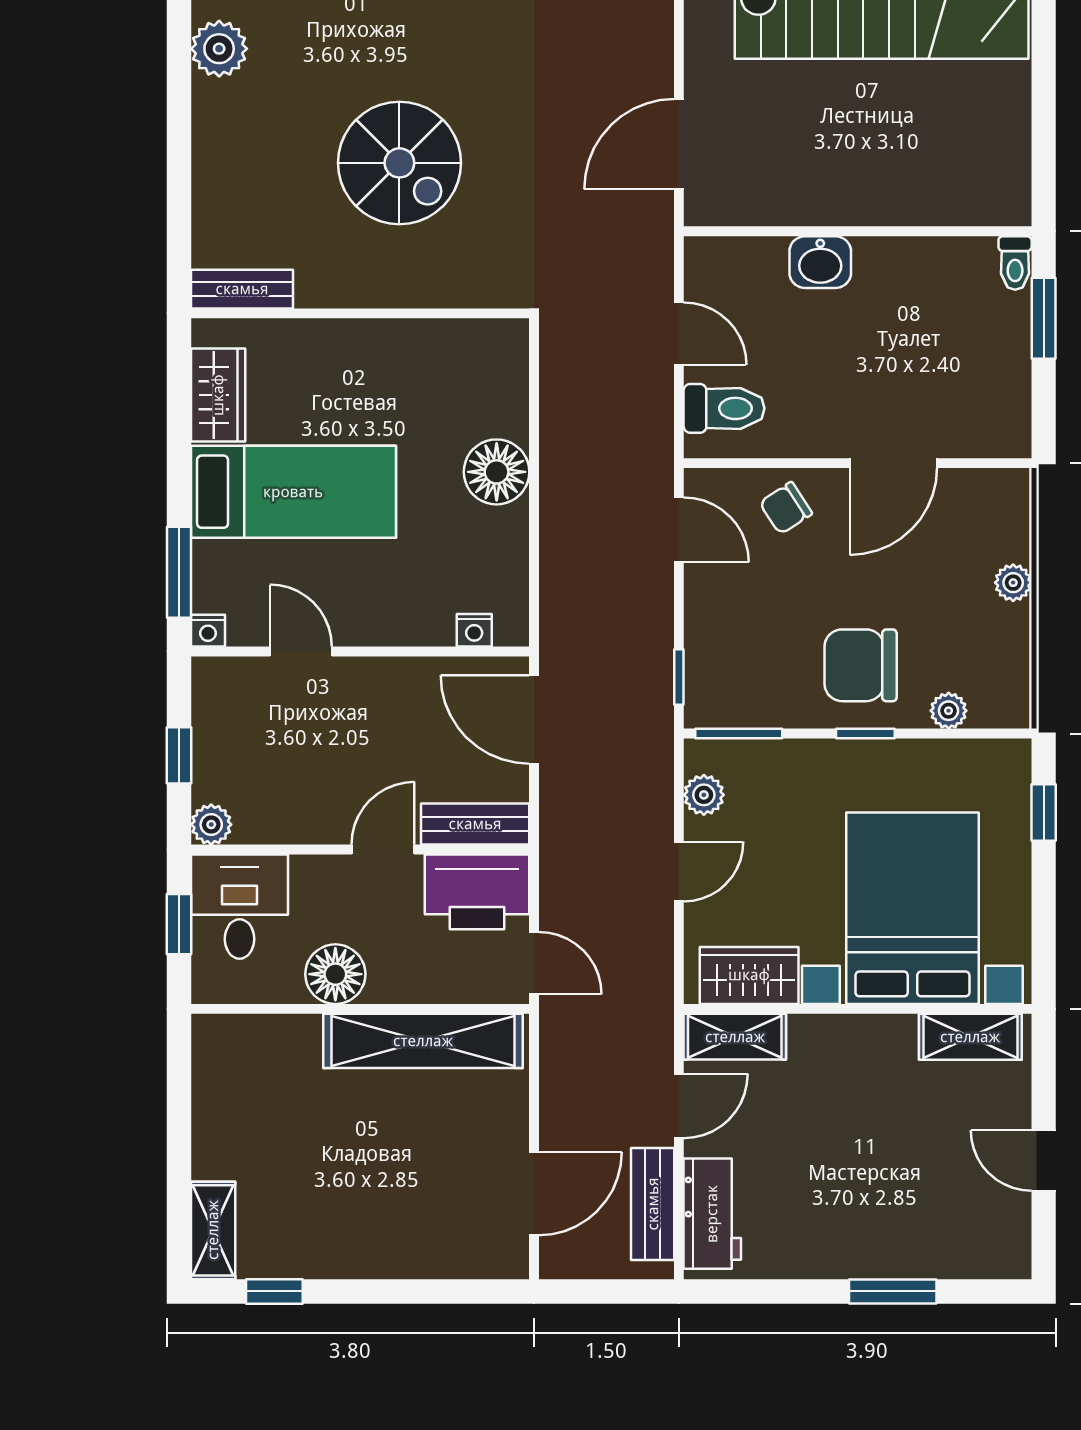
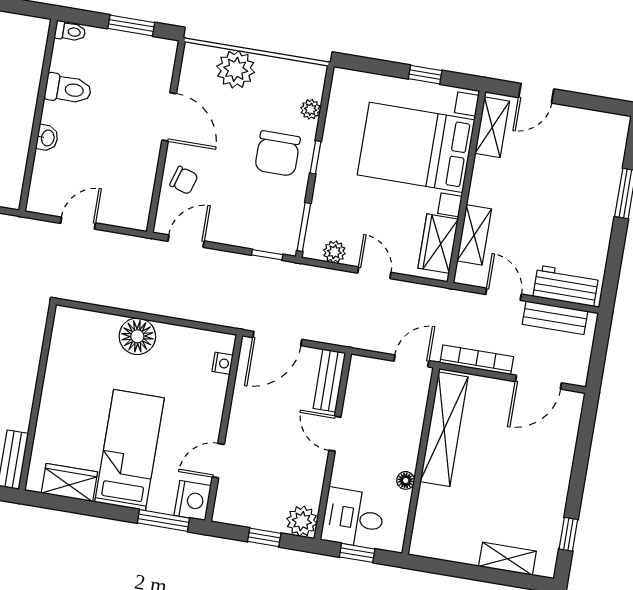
washbasin: (820, 262) -> (47, 138), width x0.72, depth x0.69
window: (1044, 318) -> (131, 25), moved
toilet: (724, 408) -> (68, 89), moved, turned 90
chair: (786, 508) -> (184, 180), turned -40
plant: (1013, 583) -> (236, 69), width x1.88, depth x1.88
nightstand: (208, 631) -> (193, 500), width x1.89, depth x1.79
window: (1044, 812) -> (425, 75), moved
plant: (211, 825) -> (302, 521), width x1.38, depth x1.38
printer: (477, 892) -> (367, 386), removed
floor lamp: (335, 974) -> (406, 480), width x0.53, depth x0.53
shelving: (735, 1037) -> (474, 235), moved
bookcase: (555, 1078) -> (477, 360), added
door: (1044, 1160) -> (536, 93), moved
door: (534, 1194) -> (538, 382), swing flipped
shelving: (213, 1230) -> (507, 559), moved

